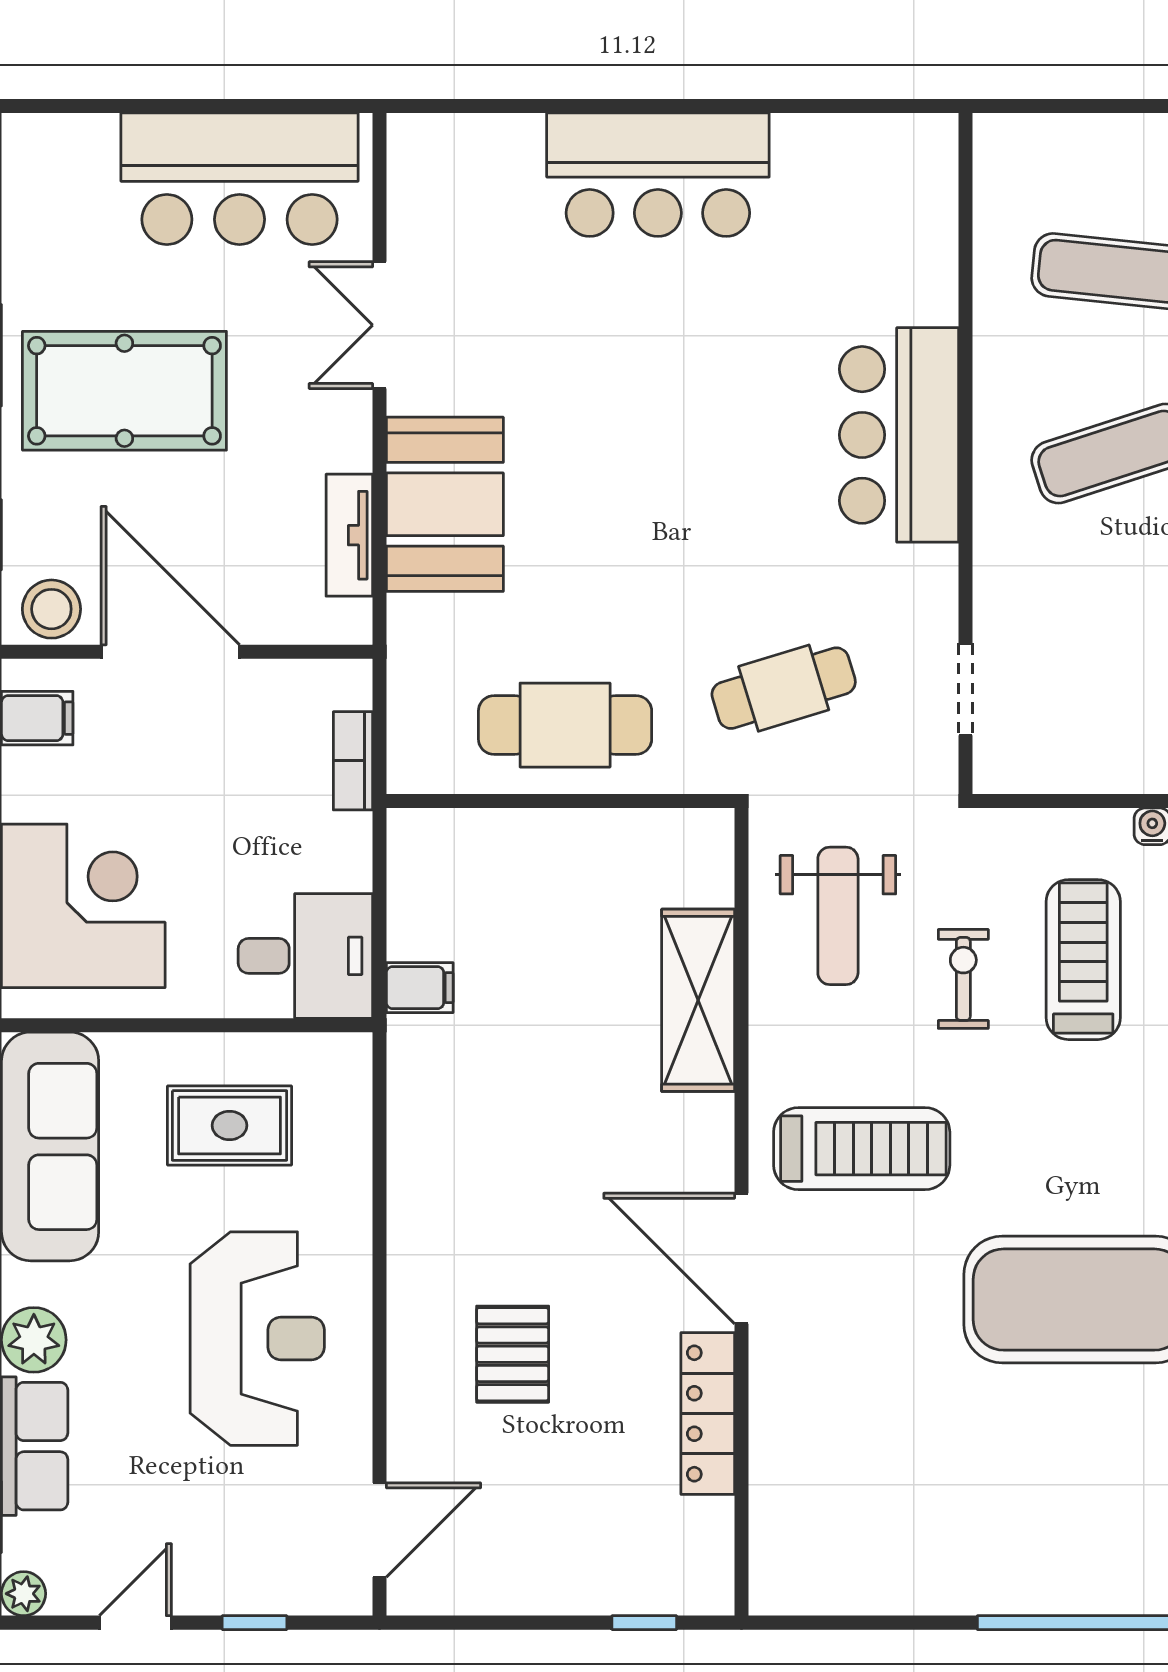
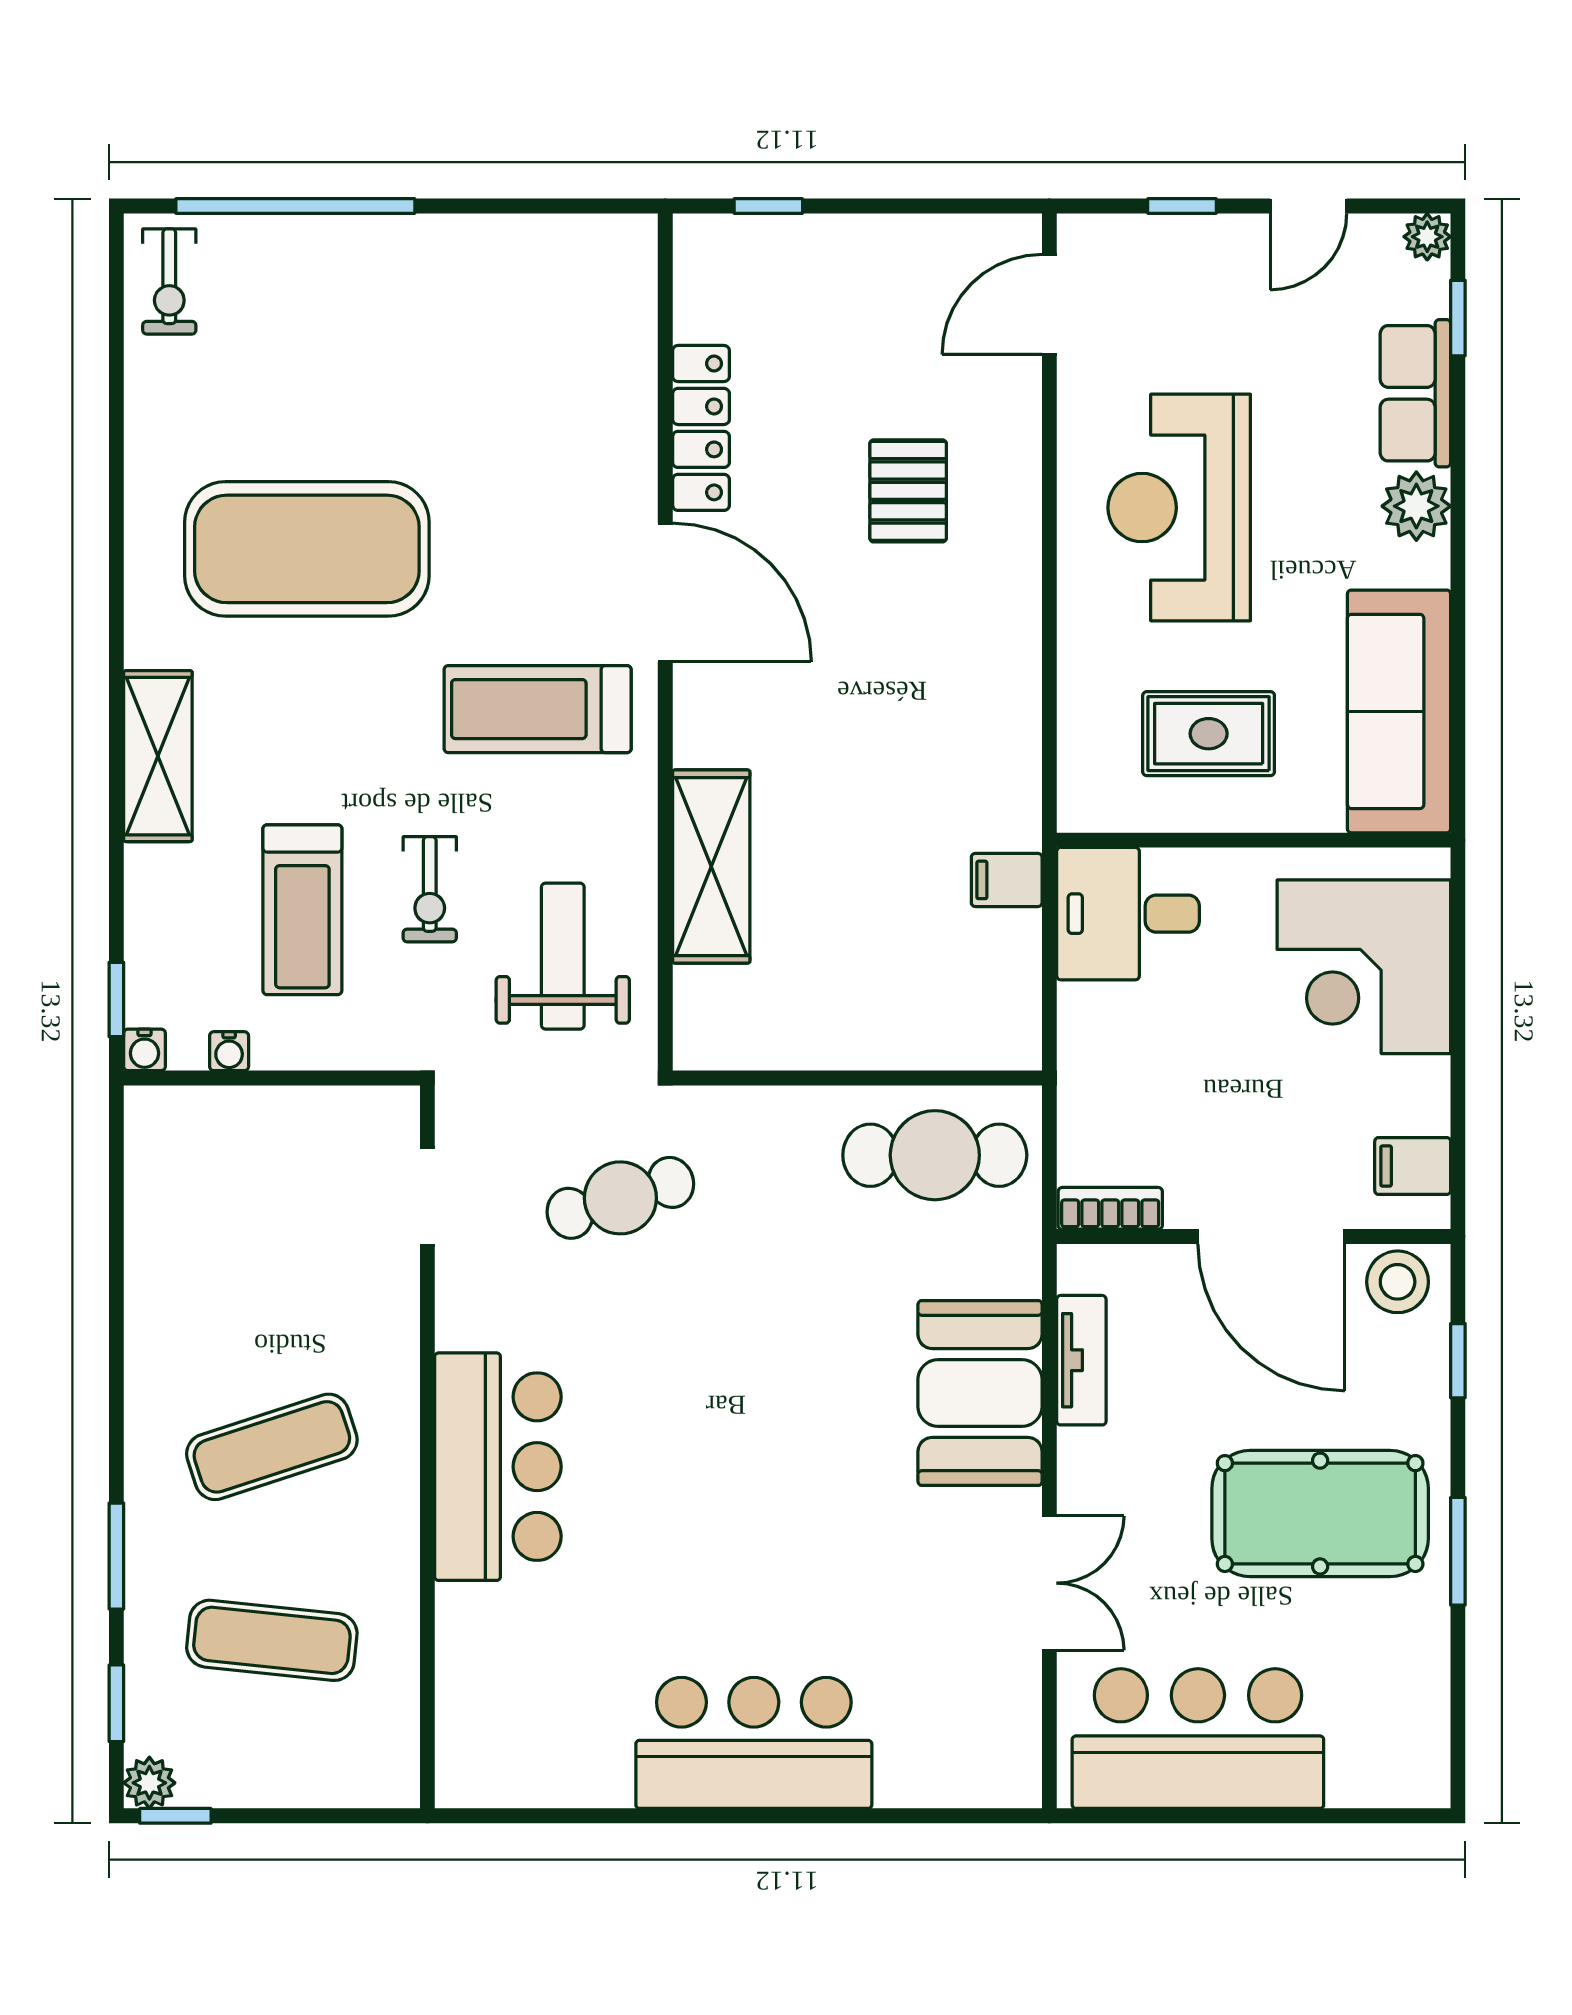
cafe table: (565, 725) -> (935, 1155), moved
bookcase: (353, 761) -> (1110, 1208), moved, turned -90

